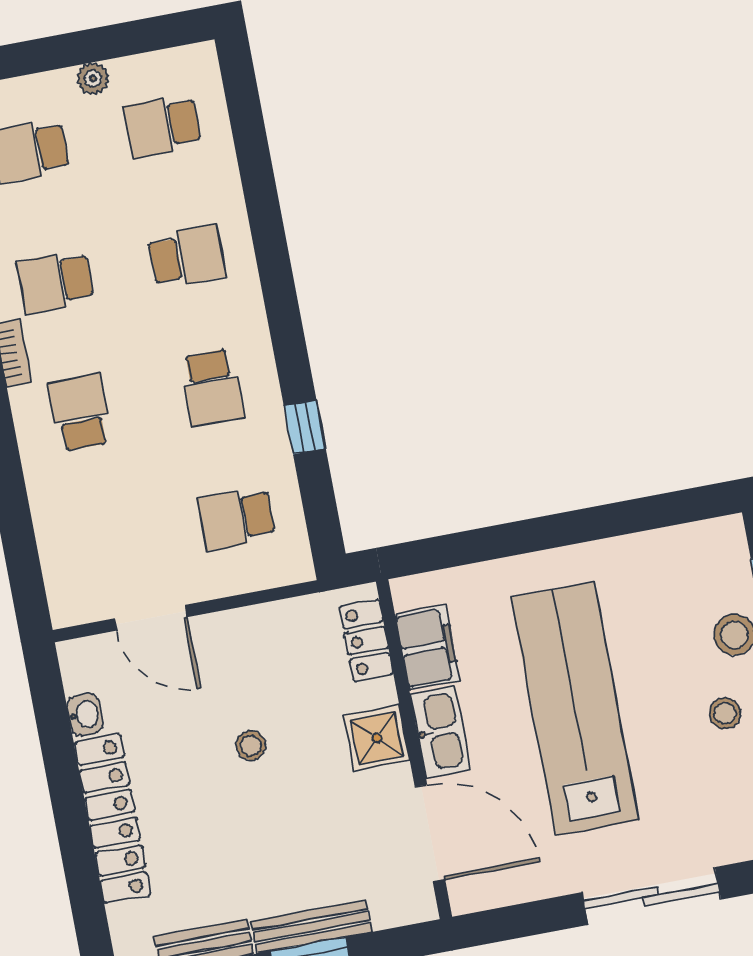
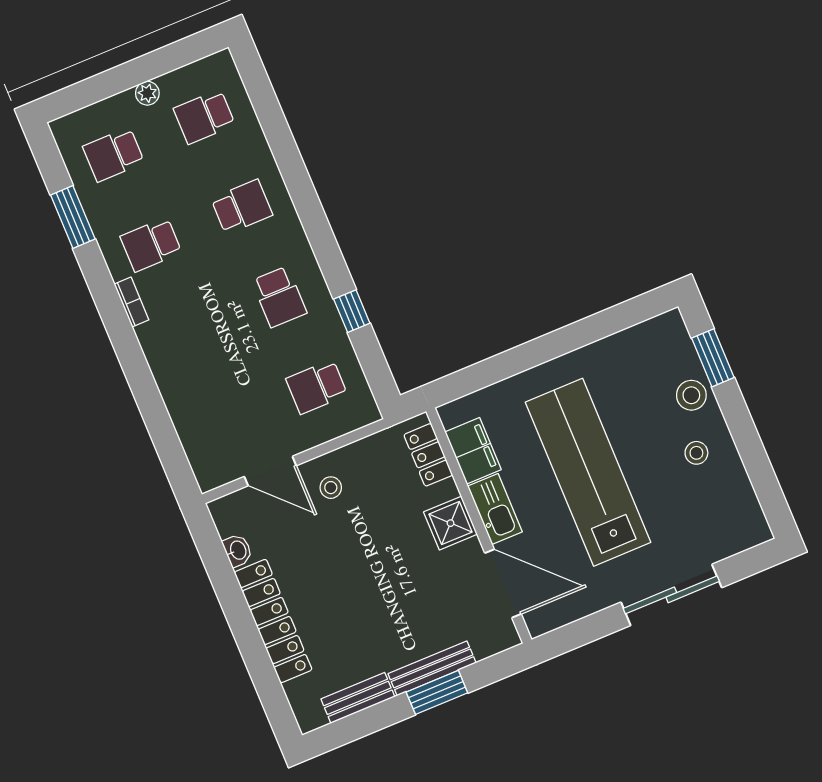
school desk: (80, 412) -> (188, 335), removed
stool: (251, 745) -> (331, 488), moved

